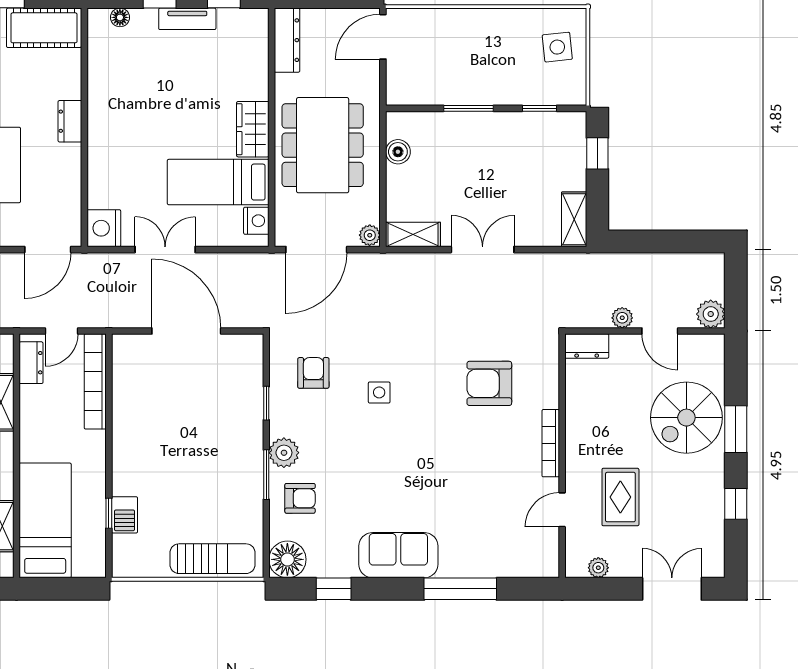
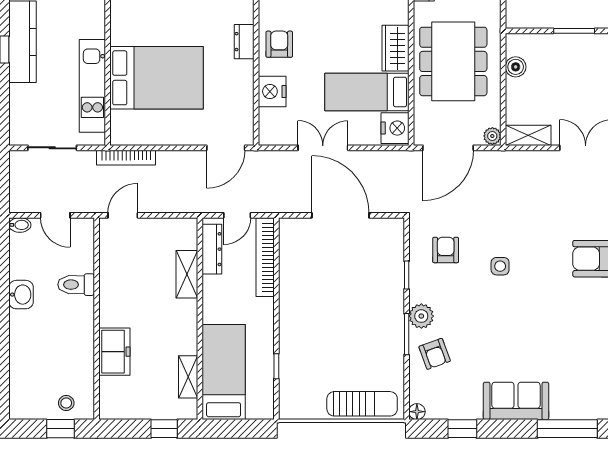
armchair: (112, 124) -> (279, 44), added
nightstand: (256, 221) -> (395, 128), width x1.36, depth x1.33
nightstand: (104, 228) -> (272, 91), moved
dresser: (31, 363) -> (212, 249), width x1.44
armchair: (300, 498) -> (435, 354), turned 70
barbecue: (124, 515) -> (289, 368), removed
floor lamp: (287, 559) -> (417, 412), width x0.53, depth x0.53

